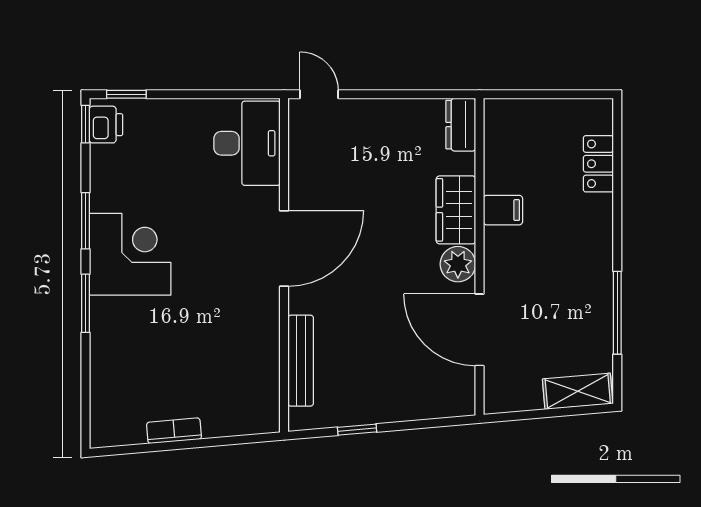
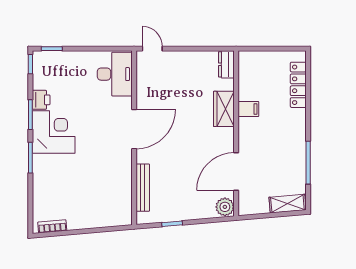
printer: (106, 125) -> (41, 100), moved
locker: (598, 164) -> (298, 85), width x1.53
plant: (458, 264) -> (225, 207), moved
door: (479, 330) -> (236, 172), hinge flipped
bookcase: (174, 431) -> (52, 226), moved

